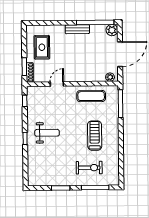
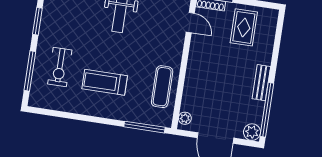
rug: (42, 47) -> (244, 27), turned 90
door: (57, 84) -> (190, 23), moved
treadmill: (95, 136) -> (105, 82), turned 180

